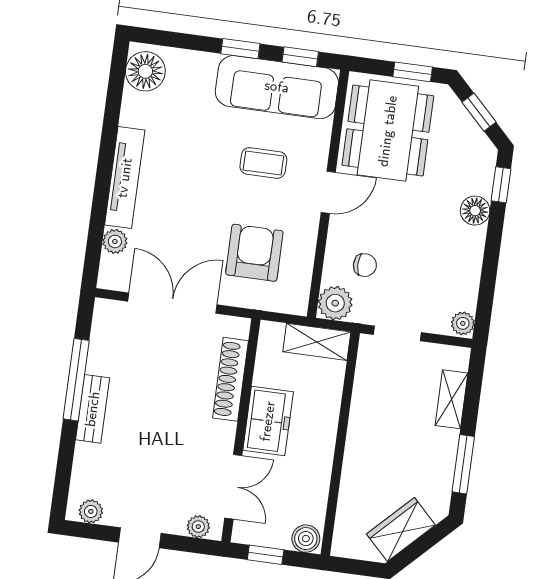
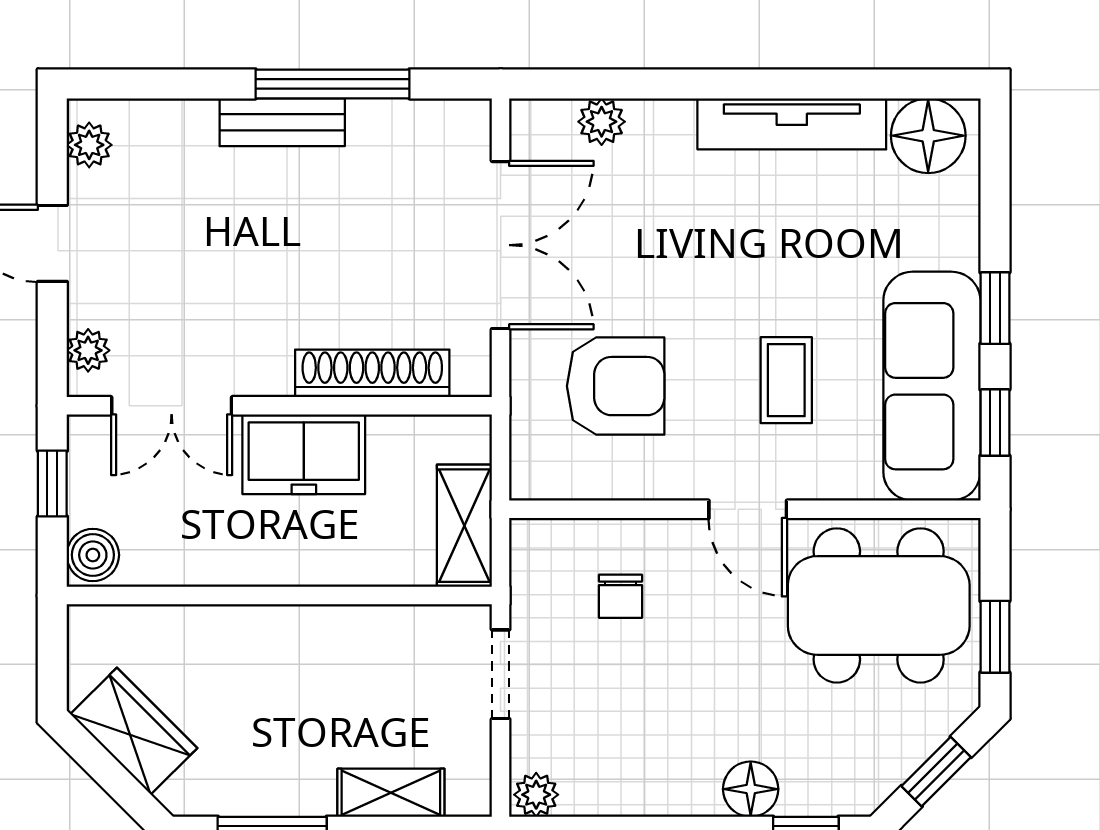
tv unit: (125, 178) -> (792, 124), moved
plant: (335, 303) -> (542, 550), removed

